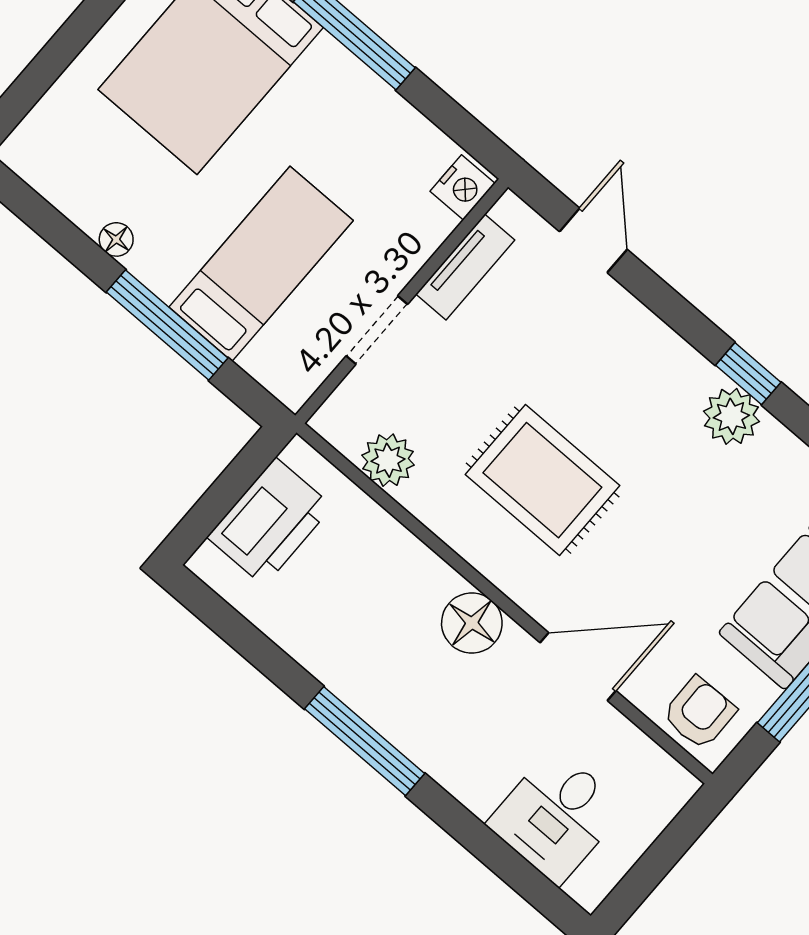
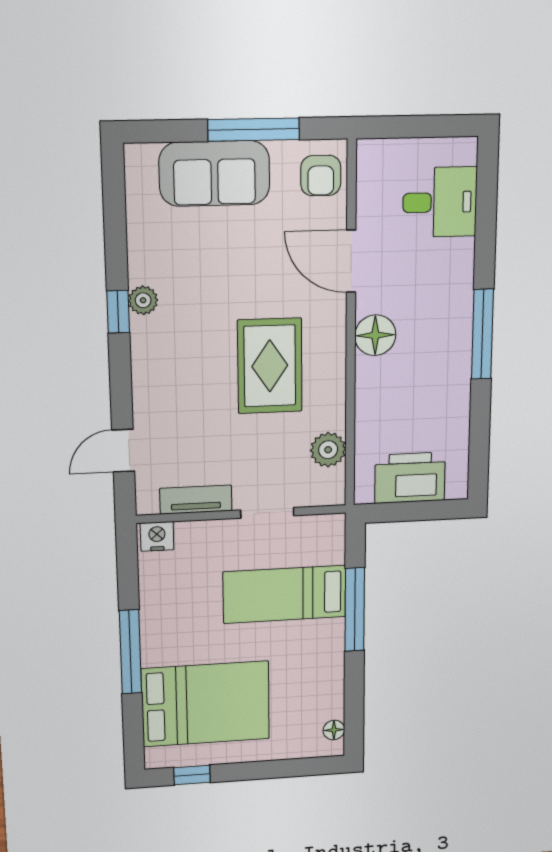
floor lamp: (116, 239) -> (334, 730), moved
plant: (731, 416) -> (143, 300), width x0.73, depth x0.73
armchair: (699, 713) -> (321, 176), turned -89

